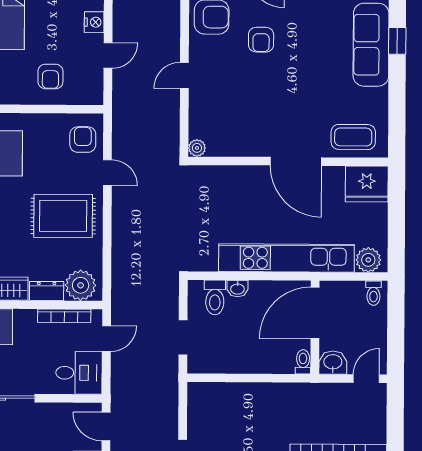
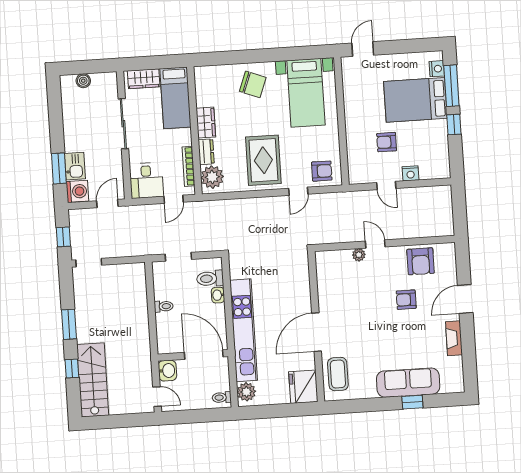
armchair: (50, 76) -> (387, 142), moved
plant: (197, 148) -> (359, 255), moved
door: (106, 339) -> (174, 199), hinge flipped
toilet: (303, 362) -> (164, 306), moved

